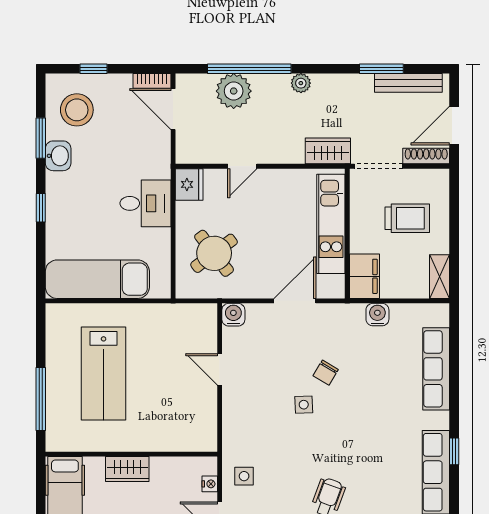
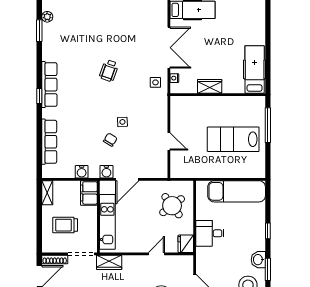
water cooler: (233, 315) -> (106, 172), moved
lab bench: (104, 373) -> (233, 139), turned -90
wardrobe: (127, 469) -> (210, 86), moved

